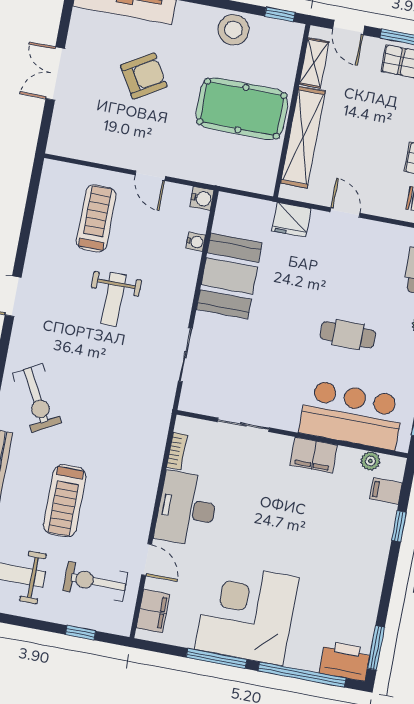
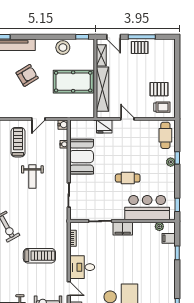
door: (150, 176) -> (38, 119), hinge flipped
cafe table: (348, 335) -> (128, 178), moved
filing cabinet: (314, 455) -> (123, 229), moved
treadmill: (65, 501) -> (39, 256), moved, turned -90
desk: (187, 509) -> (82, 267), width x0.73

